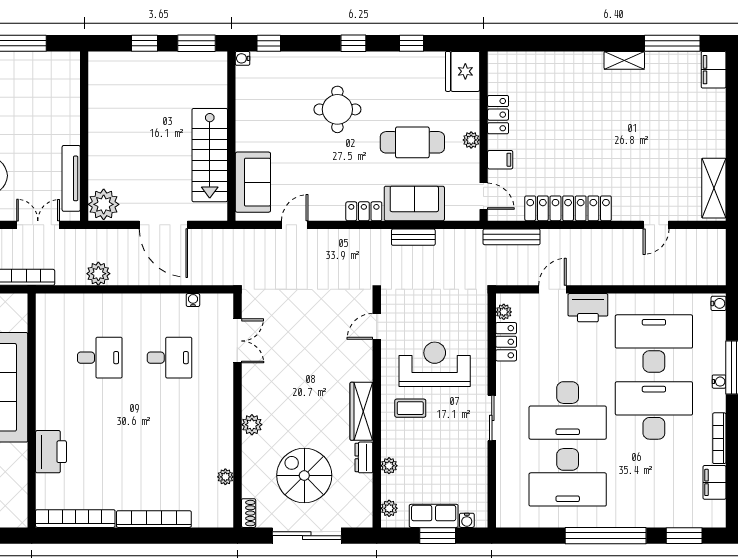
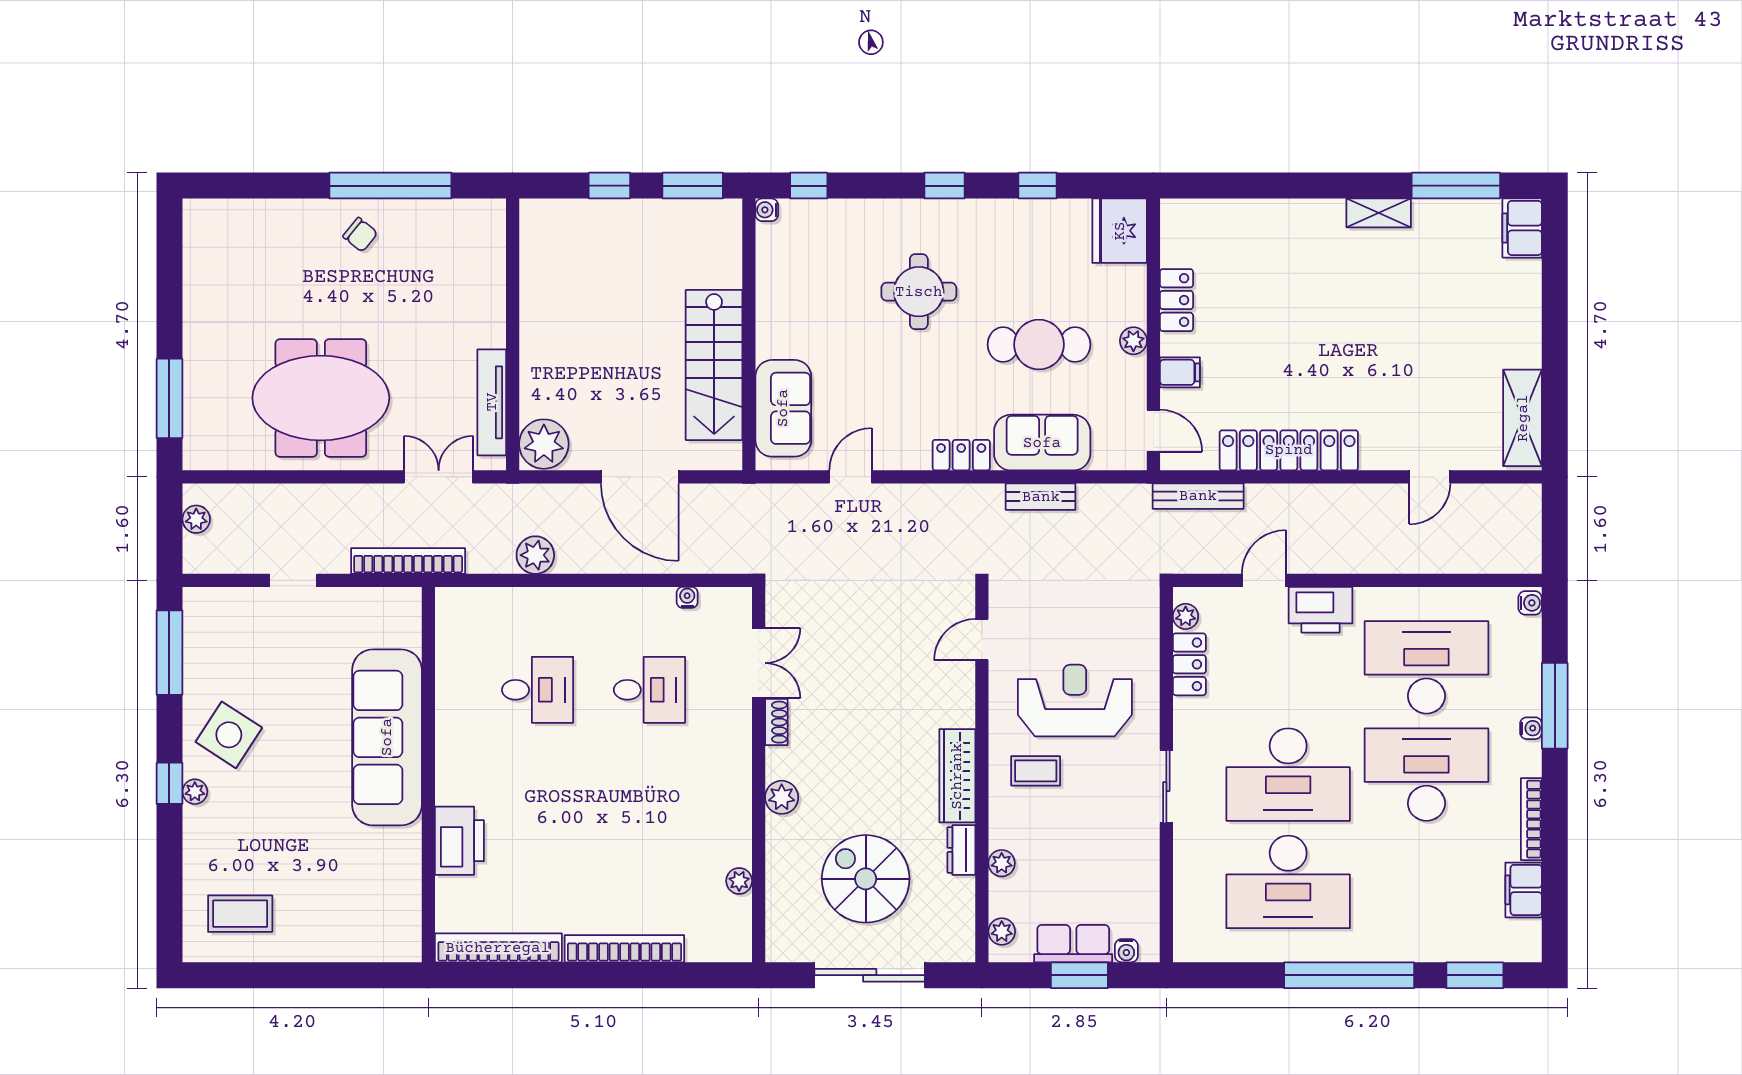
shoe rack: (249, 513) -> (776, 722), moved

